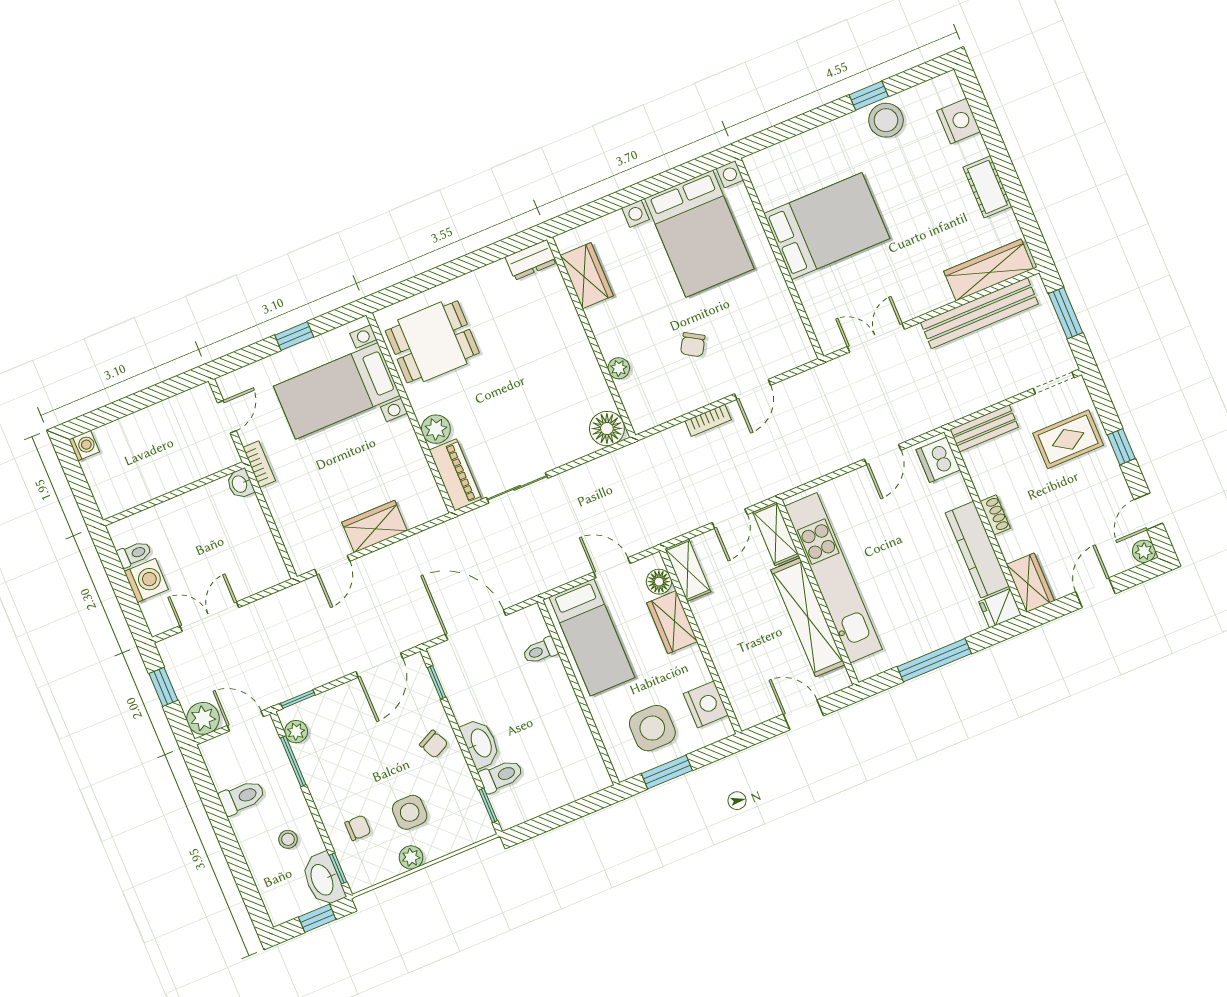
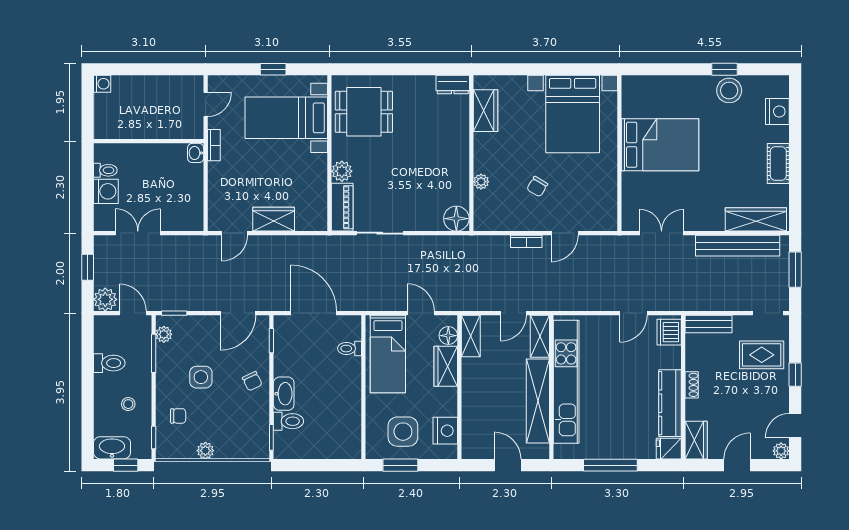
side table: (410, 812) -> (201, 377), moved
washbasin: (323, 879) -> (112, 448), moved, turned 90

